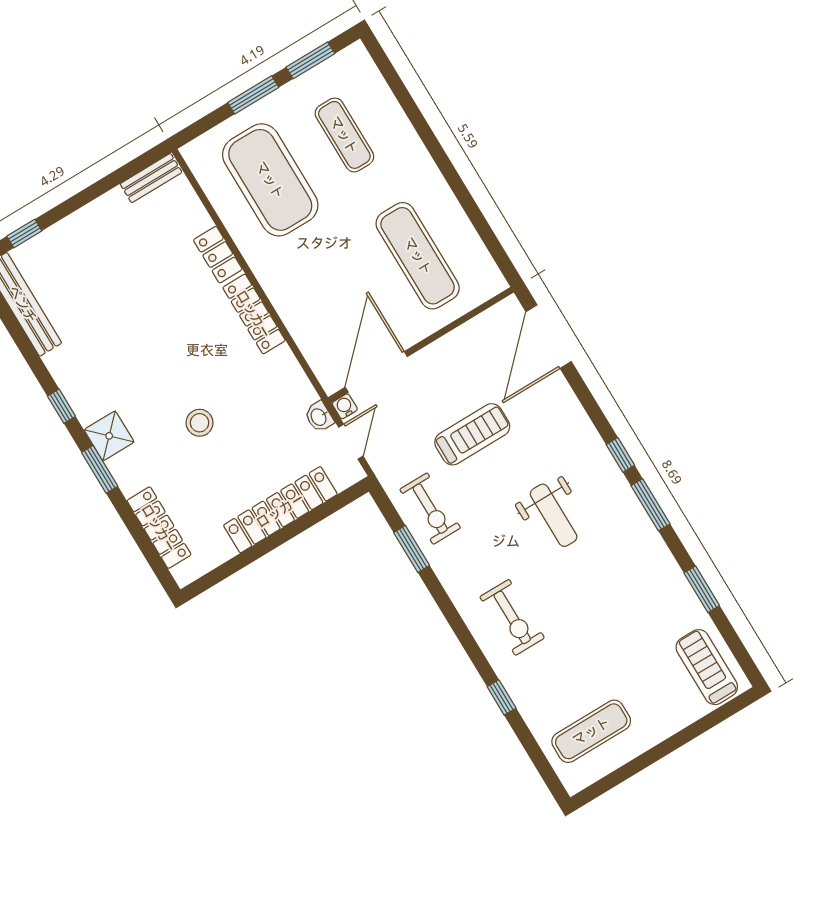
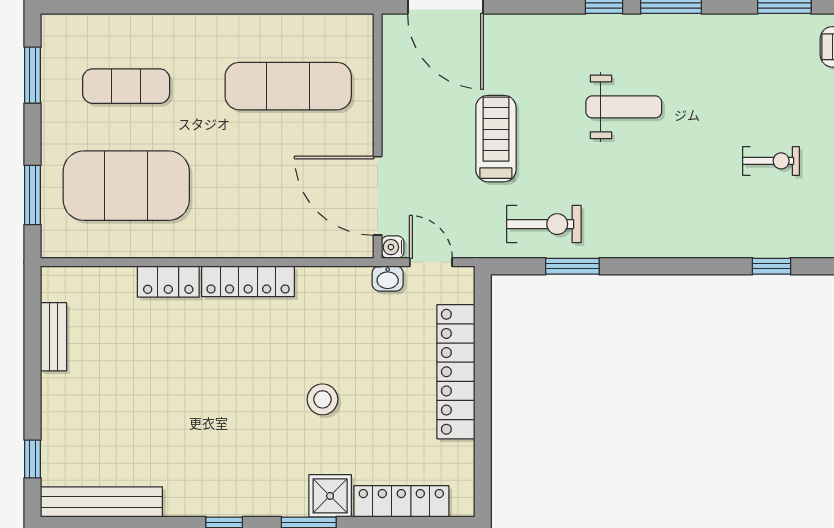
window: (253, 95) -> (33, 195), moved
bench: (151, 178) -> (54, 337), moved
shower: (109, 436) -> (330, 496), moved
exercise bike: (512, 617) -> (771, 161), moved, width x0.73, depth x0.72

